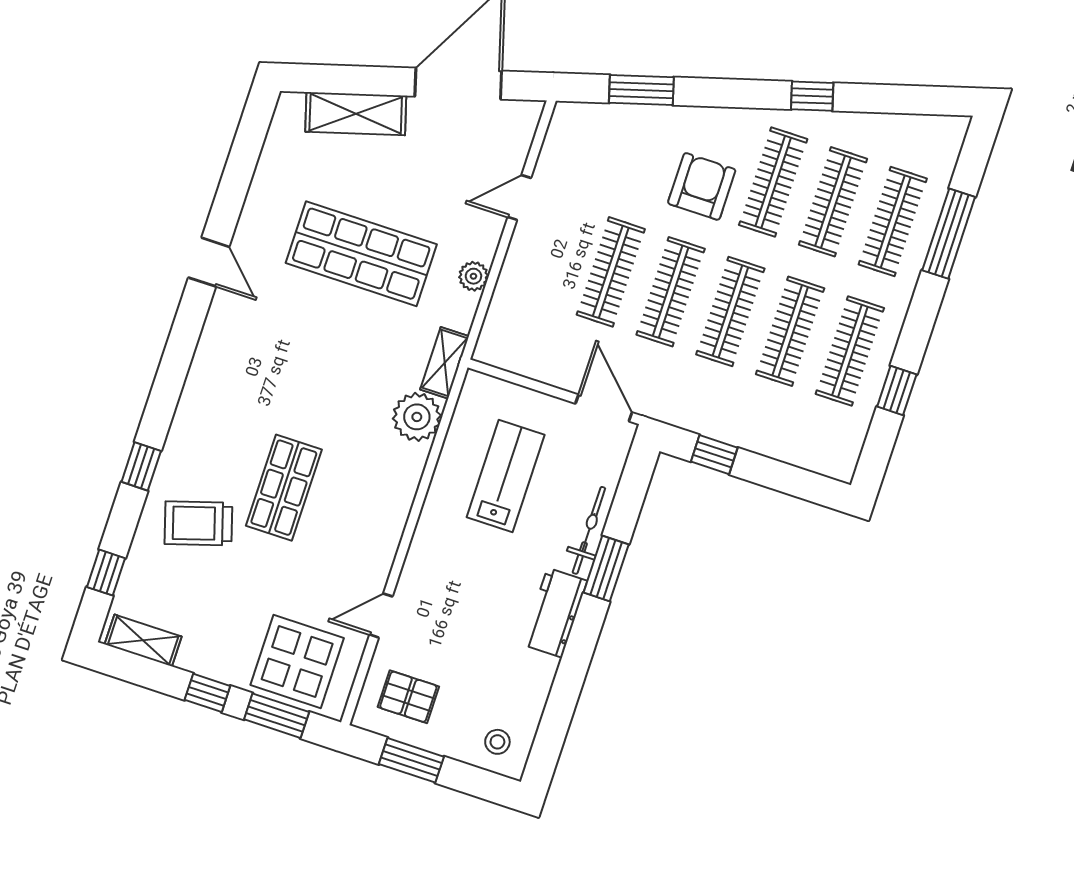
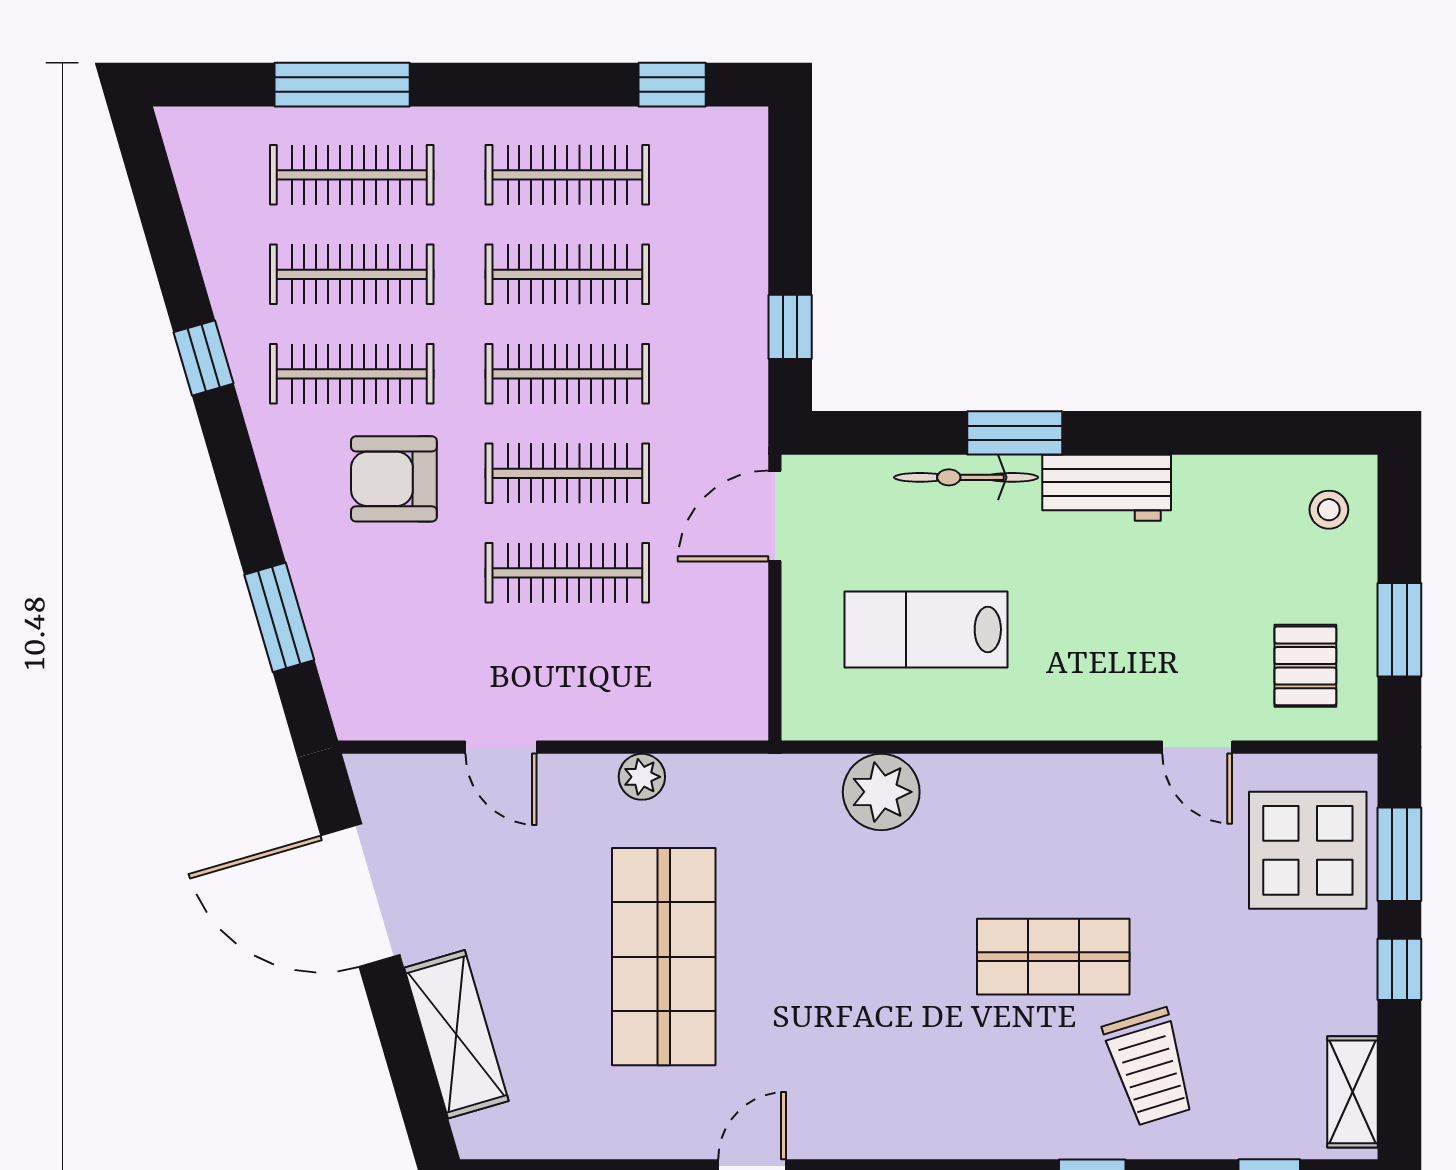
shelving: (445, 363) -> (786, 777), removed
window: (897, 391) -> (672, 85), moved

